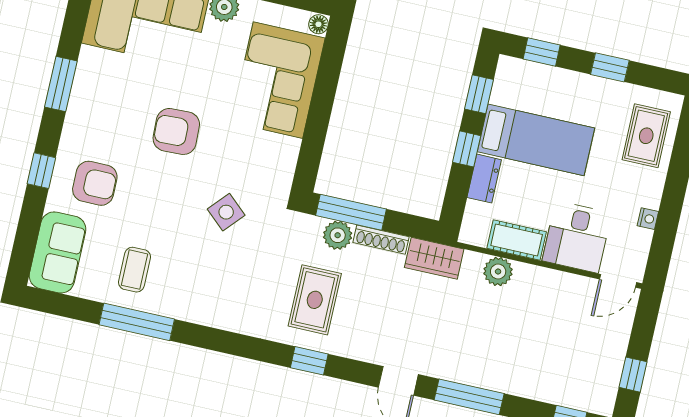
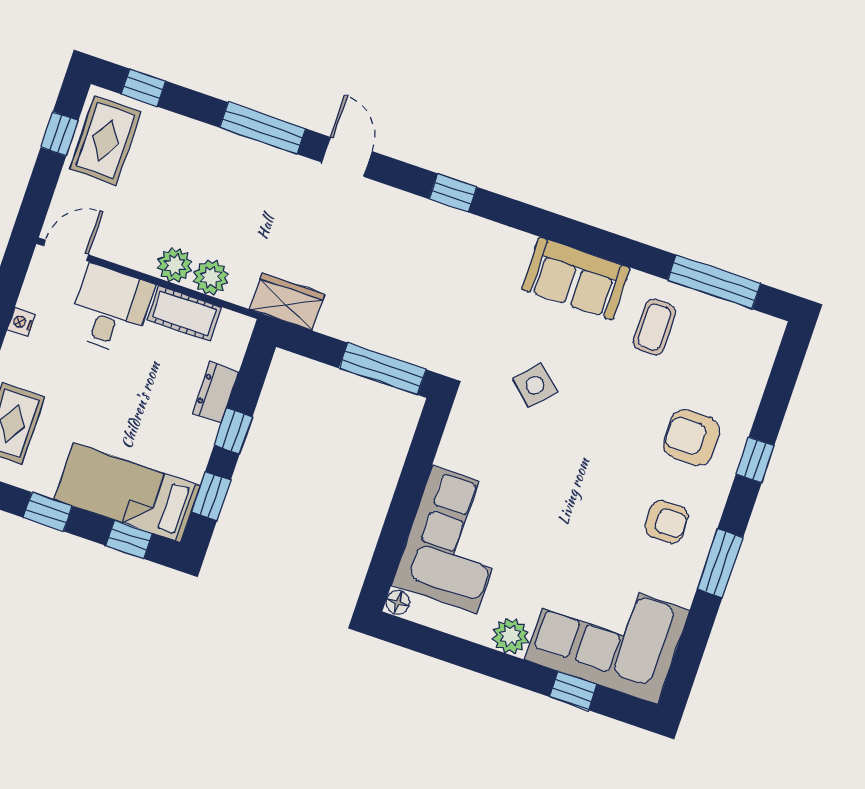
armchair: (176, 131) -> (666, 522), moved, width x0.72, depth x0.72
bed: (536, 140) -> (127, 493), moved
plant: (338, 235) -> (175, 265), moved
shoe rack: (381, 240) -> (349, 331), removed
sofa: (58, 252) -> (576, 279), moved, turned -90
rug: (315, 300) -> (105, 140), moved
window: (137, 322) -> (714, 282), moved

